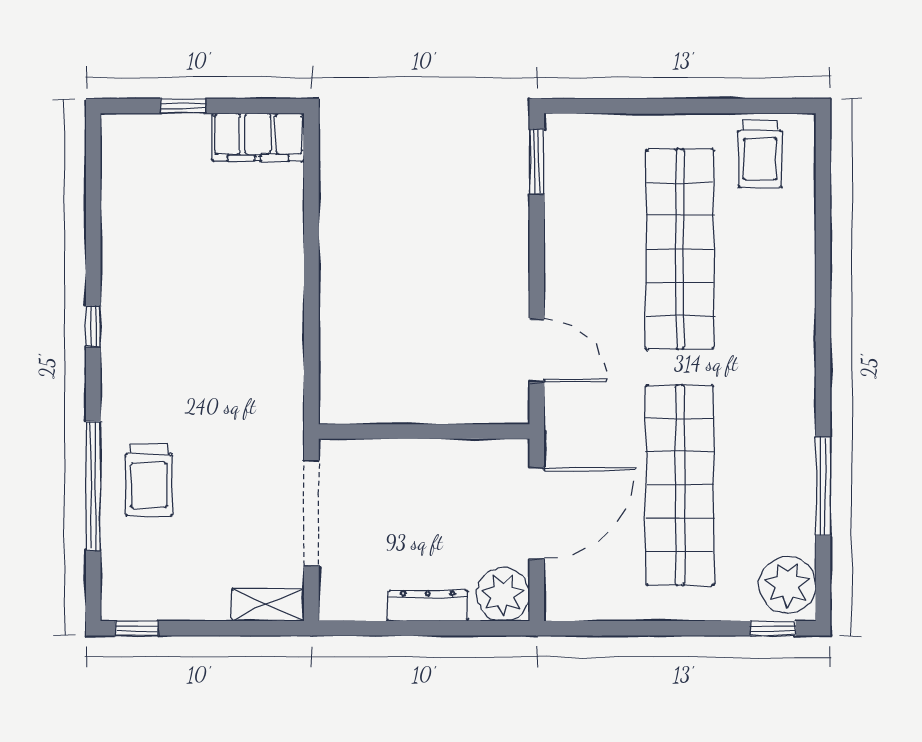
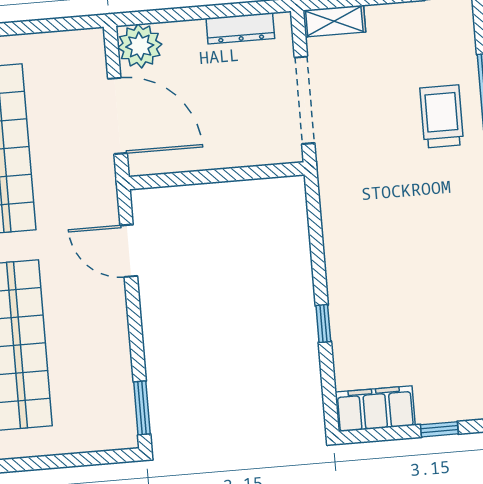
window: (311, 244) -> (323, 324), added
door: (537, 513) -> (117, 116), swing flipped
dresser: (428, 606) -> (240, 28), moved

